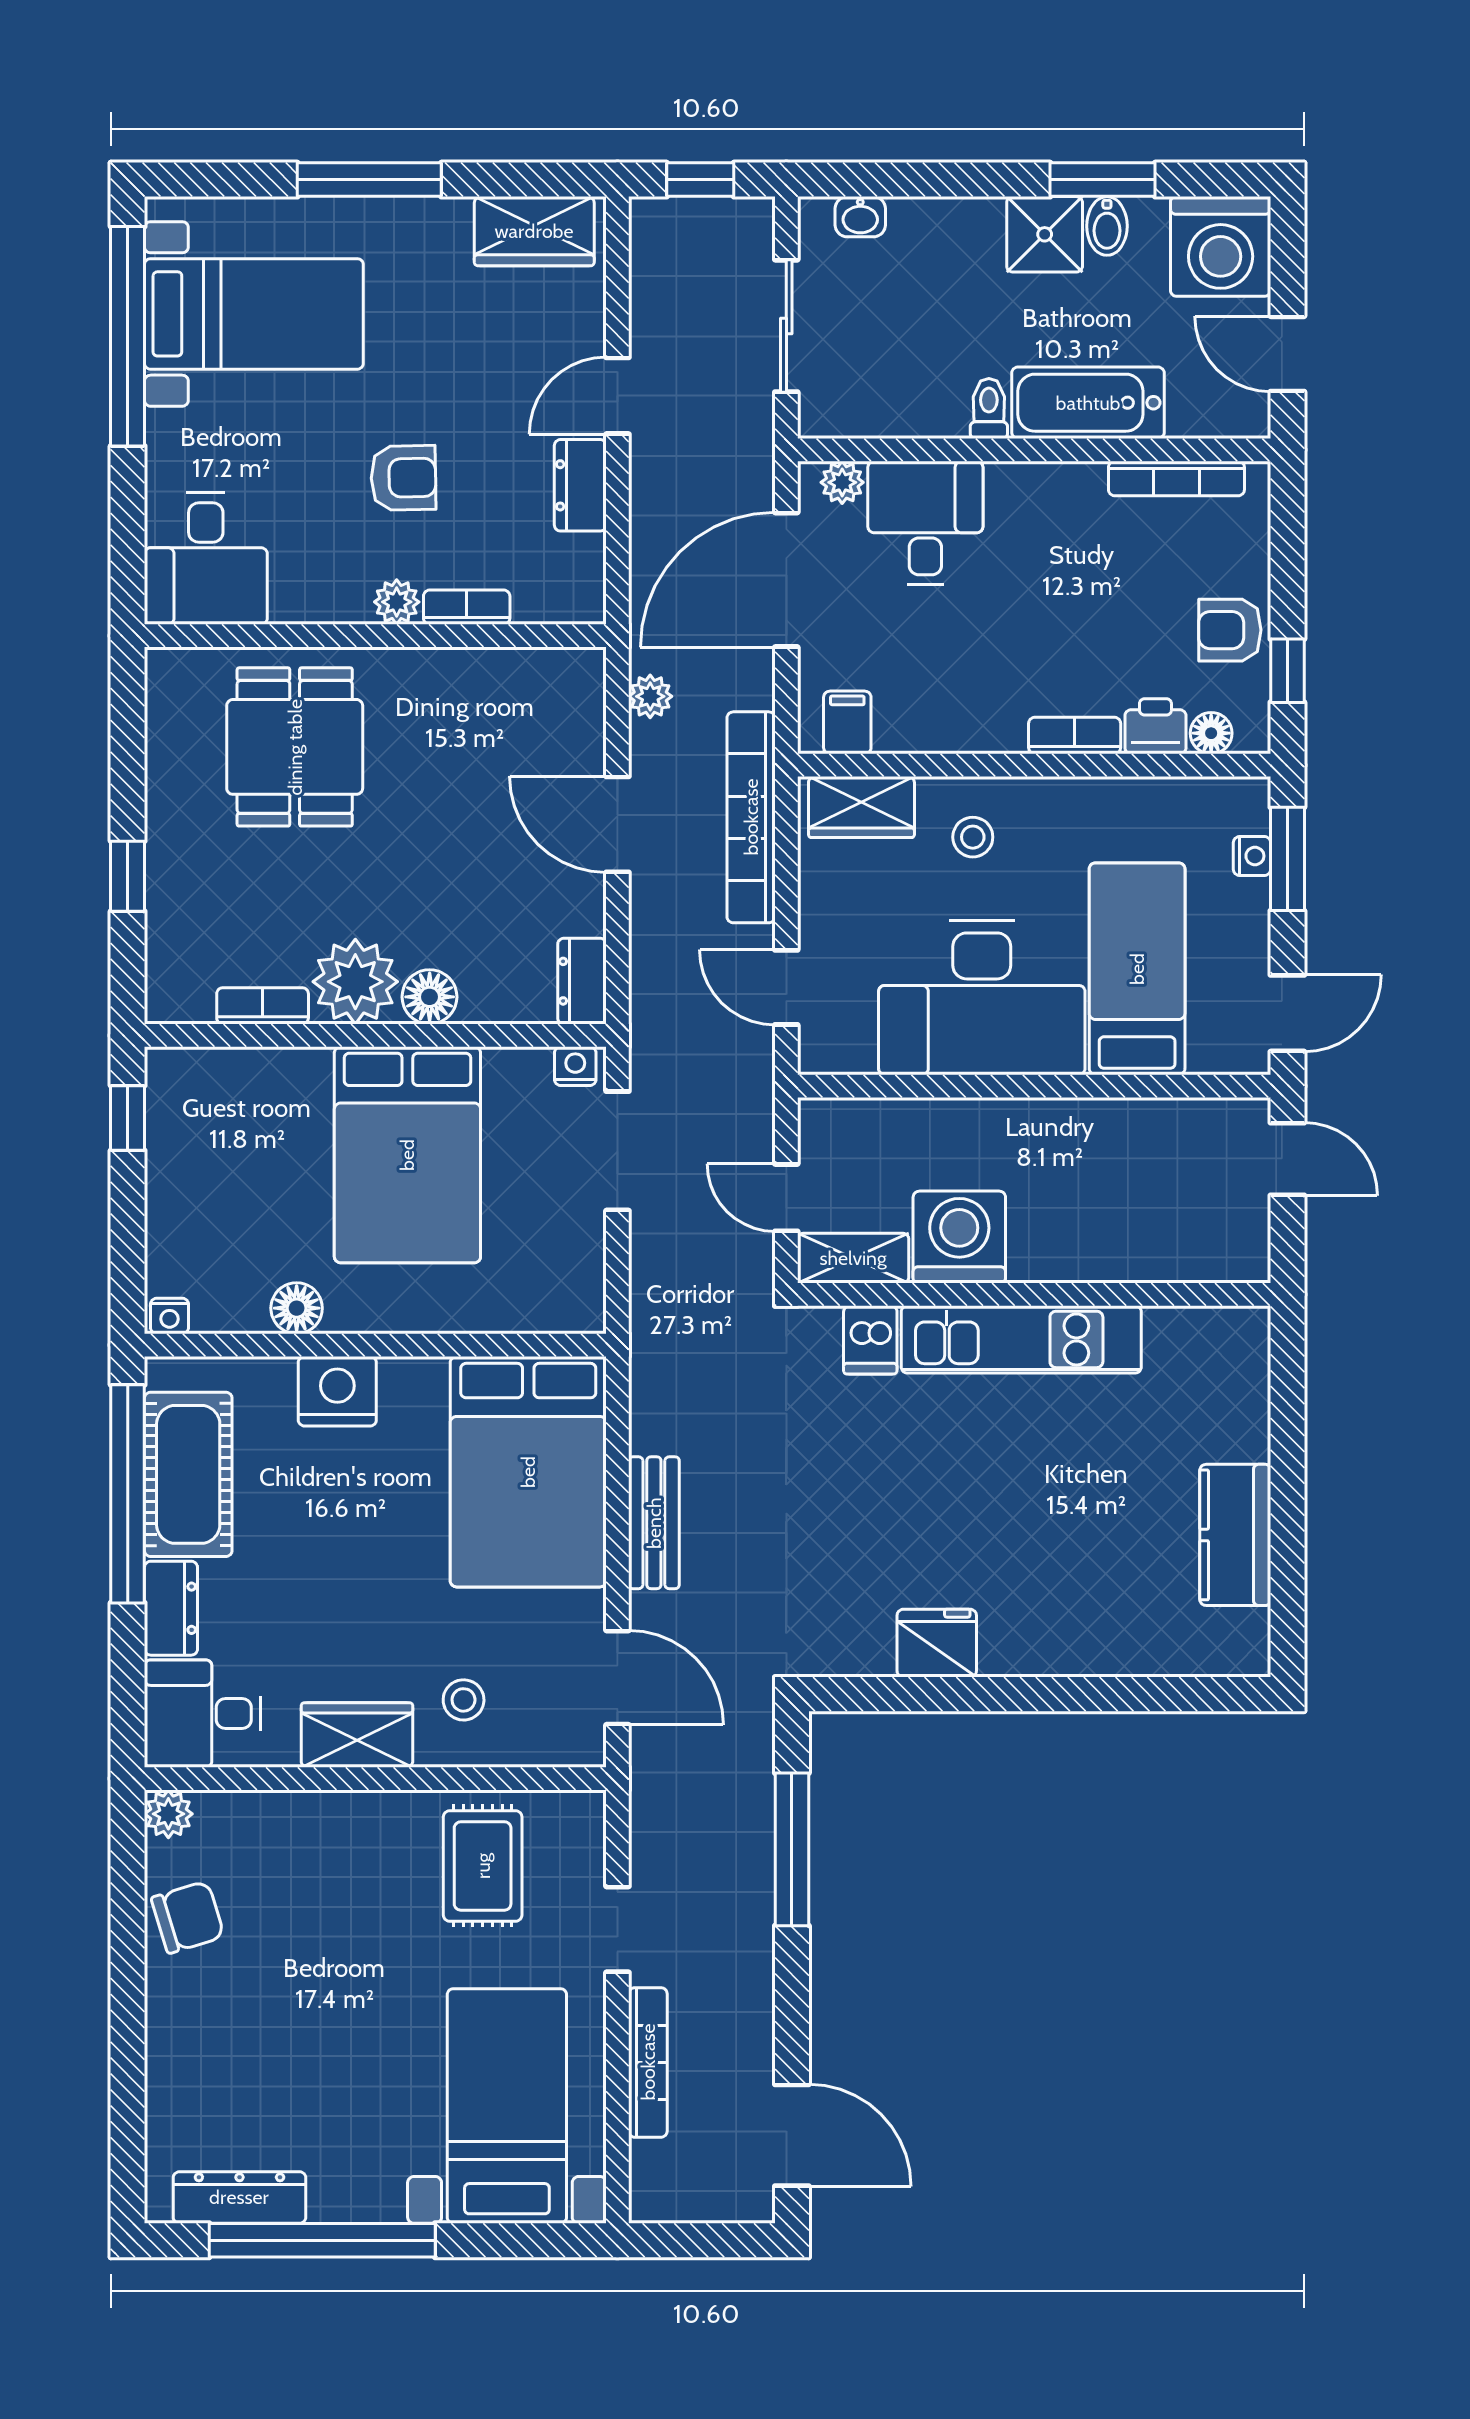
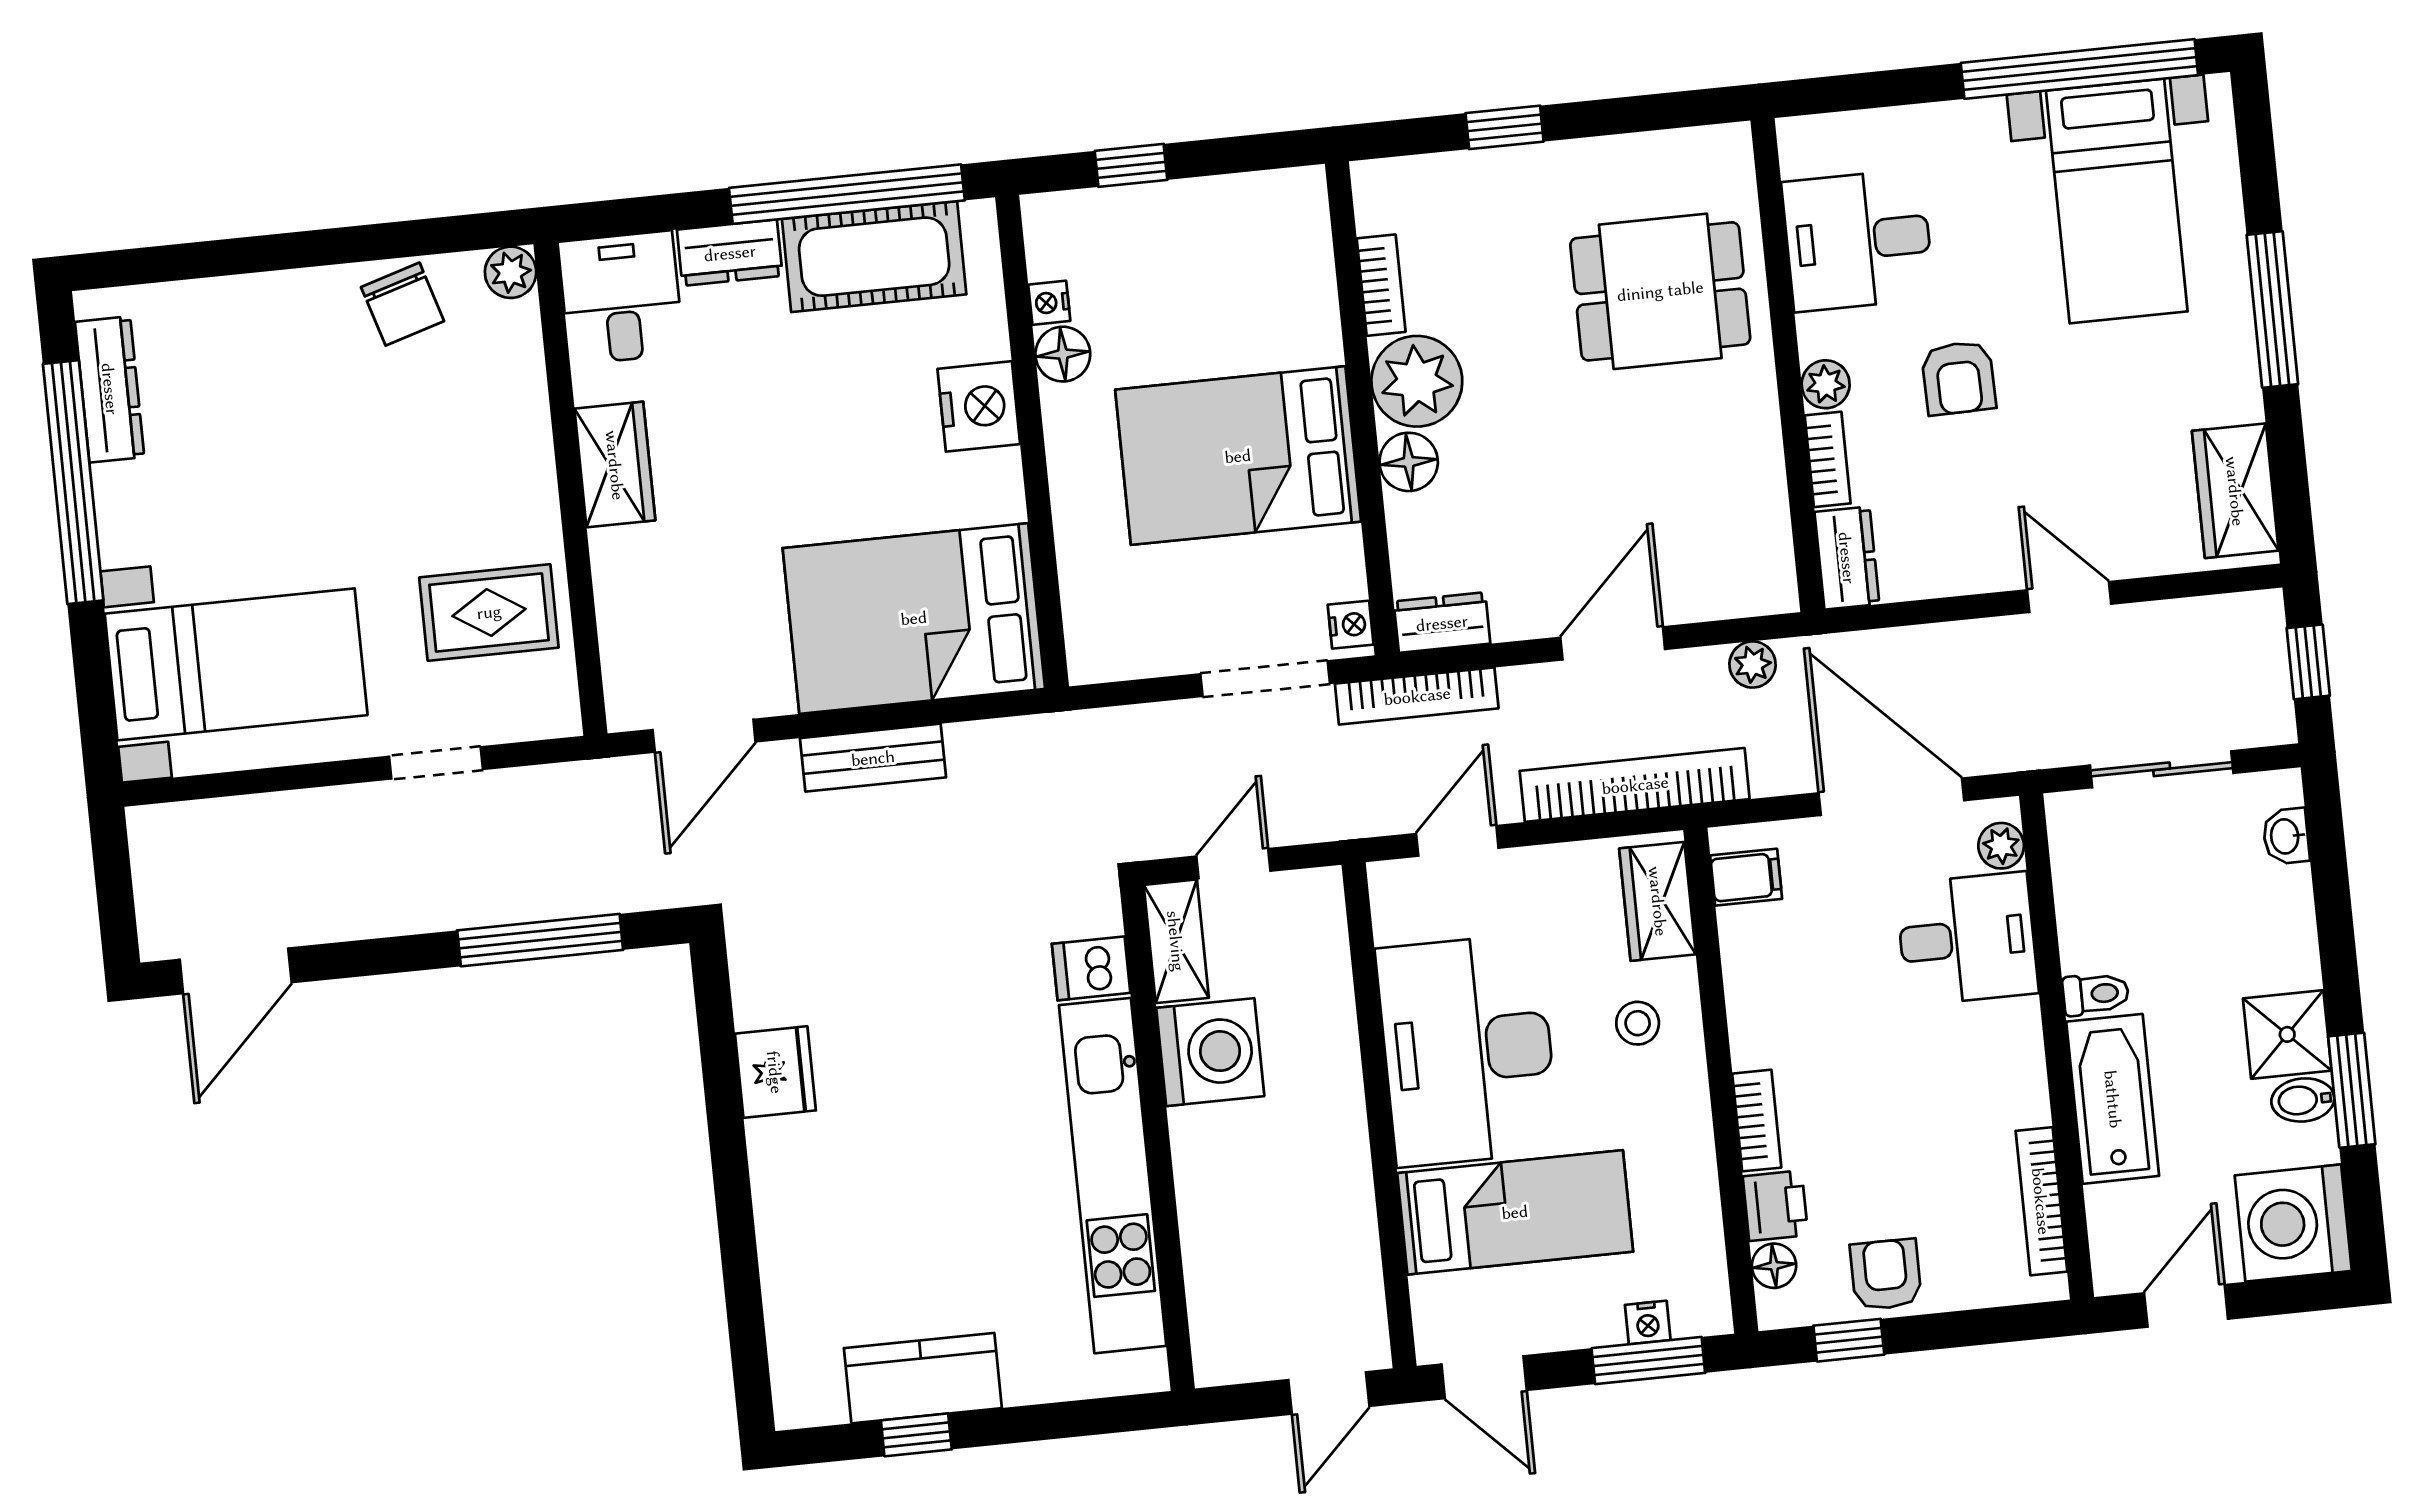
dresser: (580, 485) -> (1847, 558), moved, turned 90
desk: (206, 558) -> (1858, 240), moved
window: (128, 1118) -> (1131, 165), moved
nightstand: (169, 1316) -> (1049, 303), moved
kitchen unit: (1021, 1339) -> (1113, 1176), width x1.36
window: (1287, 1546) -> (916, 1435), added
stool: (464, 1700) -> (664, 574), removed
bookcase: (648, 2062) -> (1417, 696), moved

